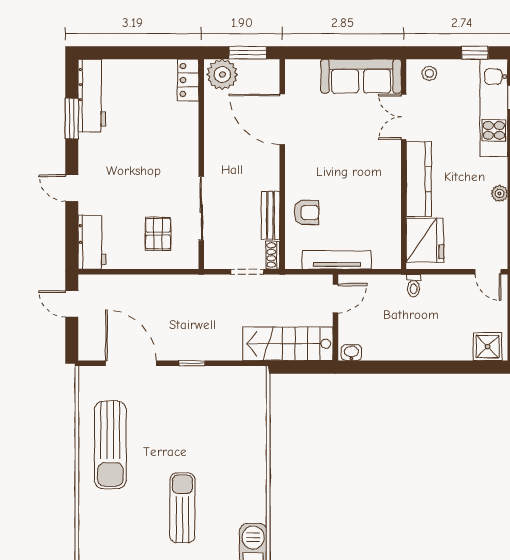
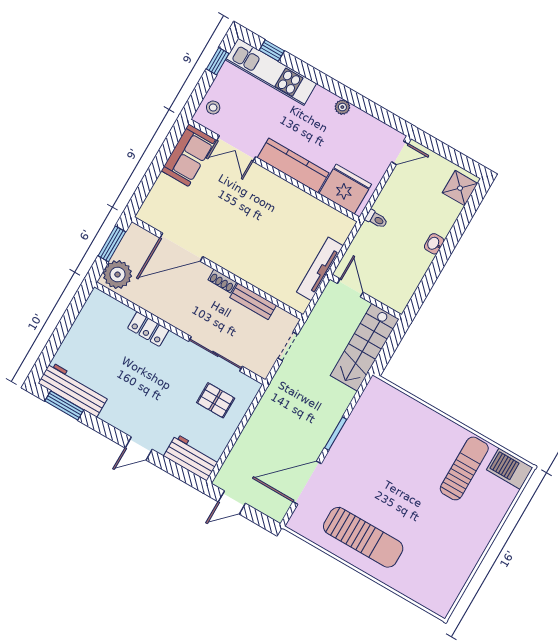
sofa: (361, 76) -> (188, 155), width x0.73
locker: (188, 80) -> (148, 329), moved
window: (72, 118) -> (64, 405), moved
armchair: (306, 213) -> (268, 271), removed
shoe rack: (273, 255) -> (222, 281), moved
washbasin: (351, 353) -> (434, 244), moved
window: (192, 363) -> (336, 434), width x1.50
sun lounger: (182, 508) -> (464, 468), moved, turned 90

